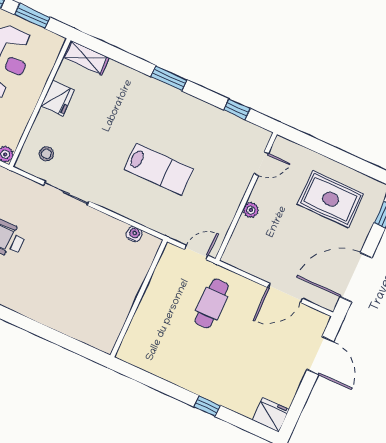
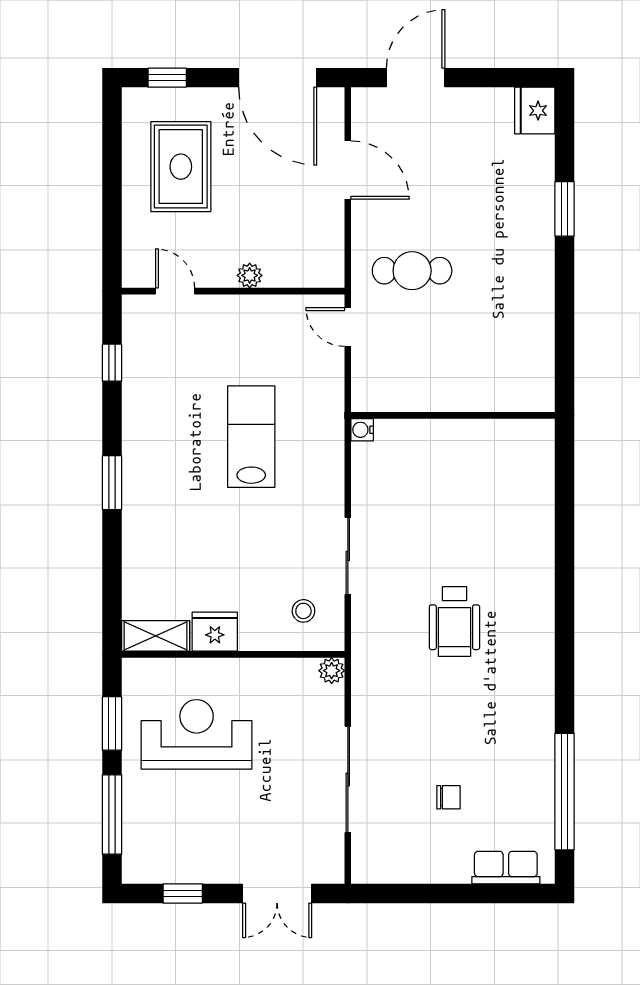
shelving: (86, 58) -> (156, 636), moved, turned 90
wall: (139, 298) -> (453, 415), moved
window: (207, 406) -> (565, 209), width x1.50

